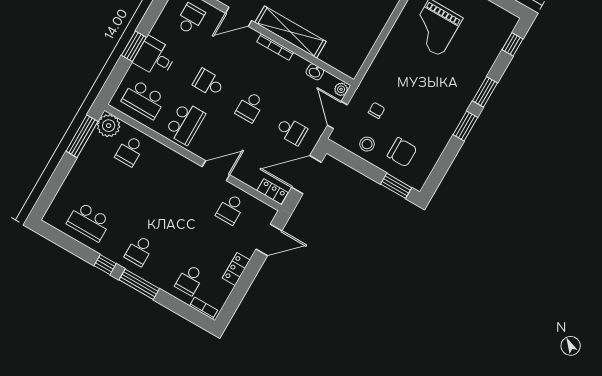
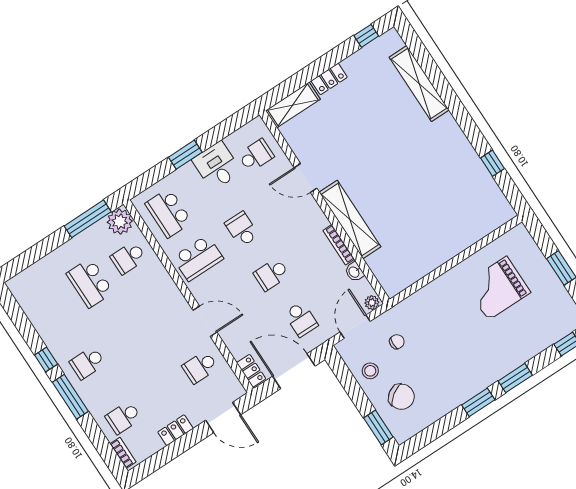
bookcase: (275, 47) -> (339, 245), moved
desk: (155, 57) -> (217, 166), moved
chair: (402, 152) -> (401, 397), turned -34
school desk: (89, 222) -> (90, 283), moved

